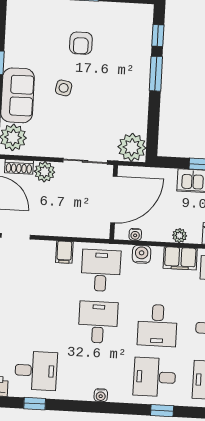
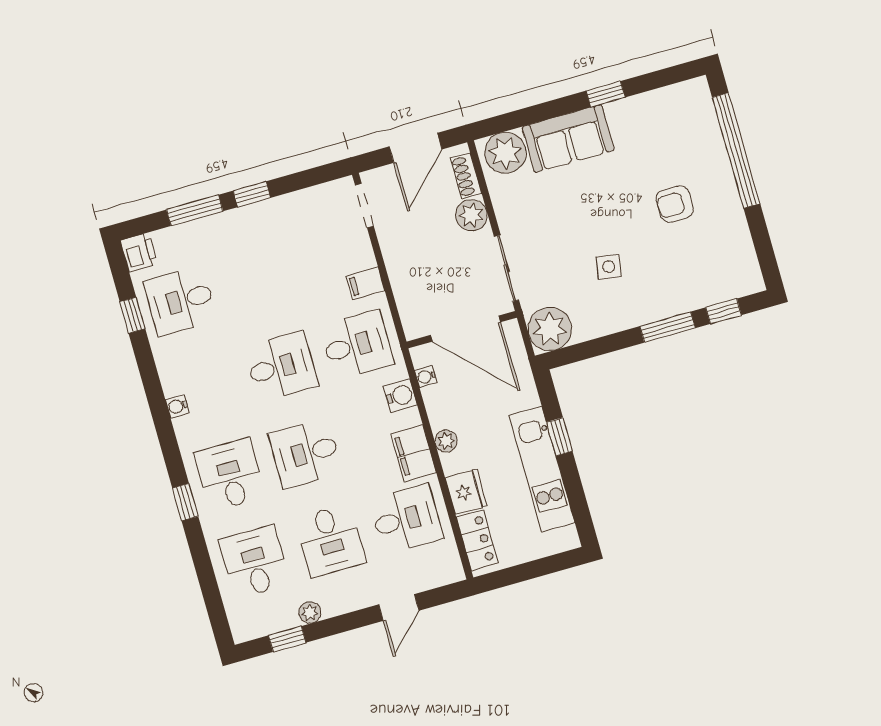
side table: (64, 88) -> (609, 267), moved
desk: (36, 371) -> (181, 301), turned 90

